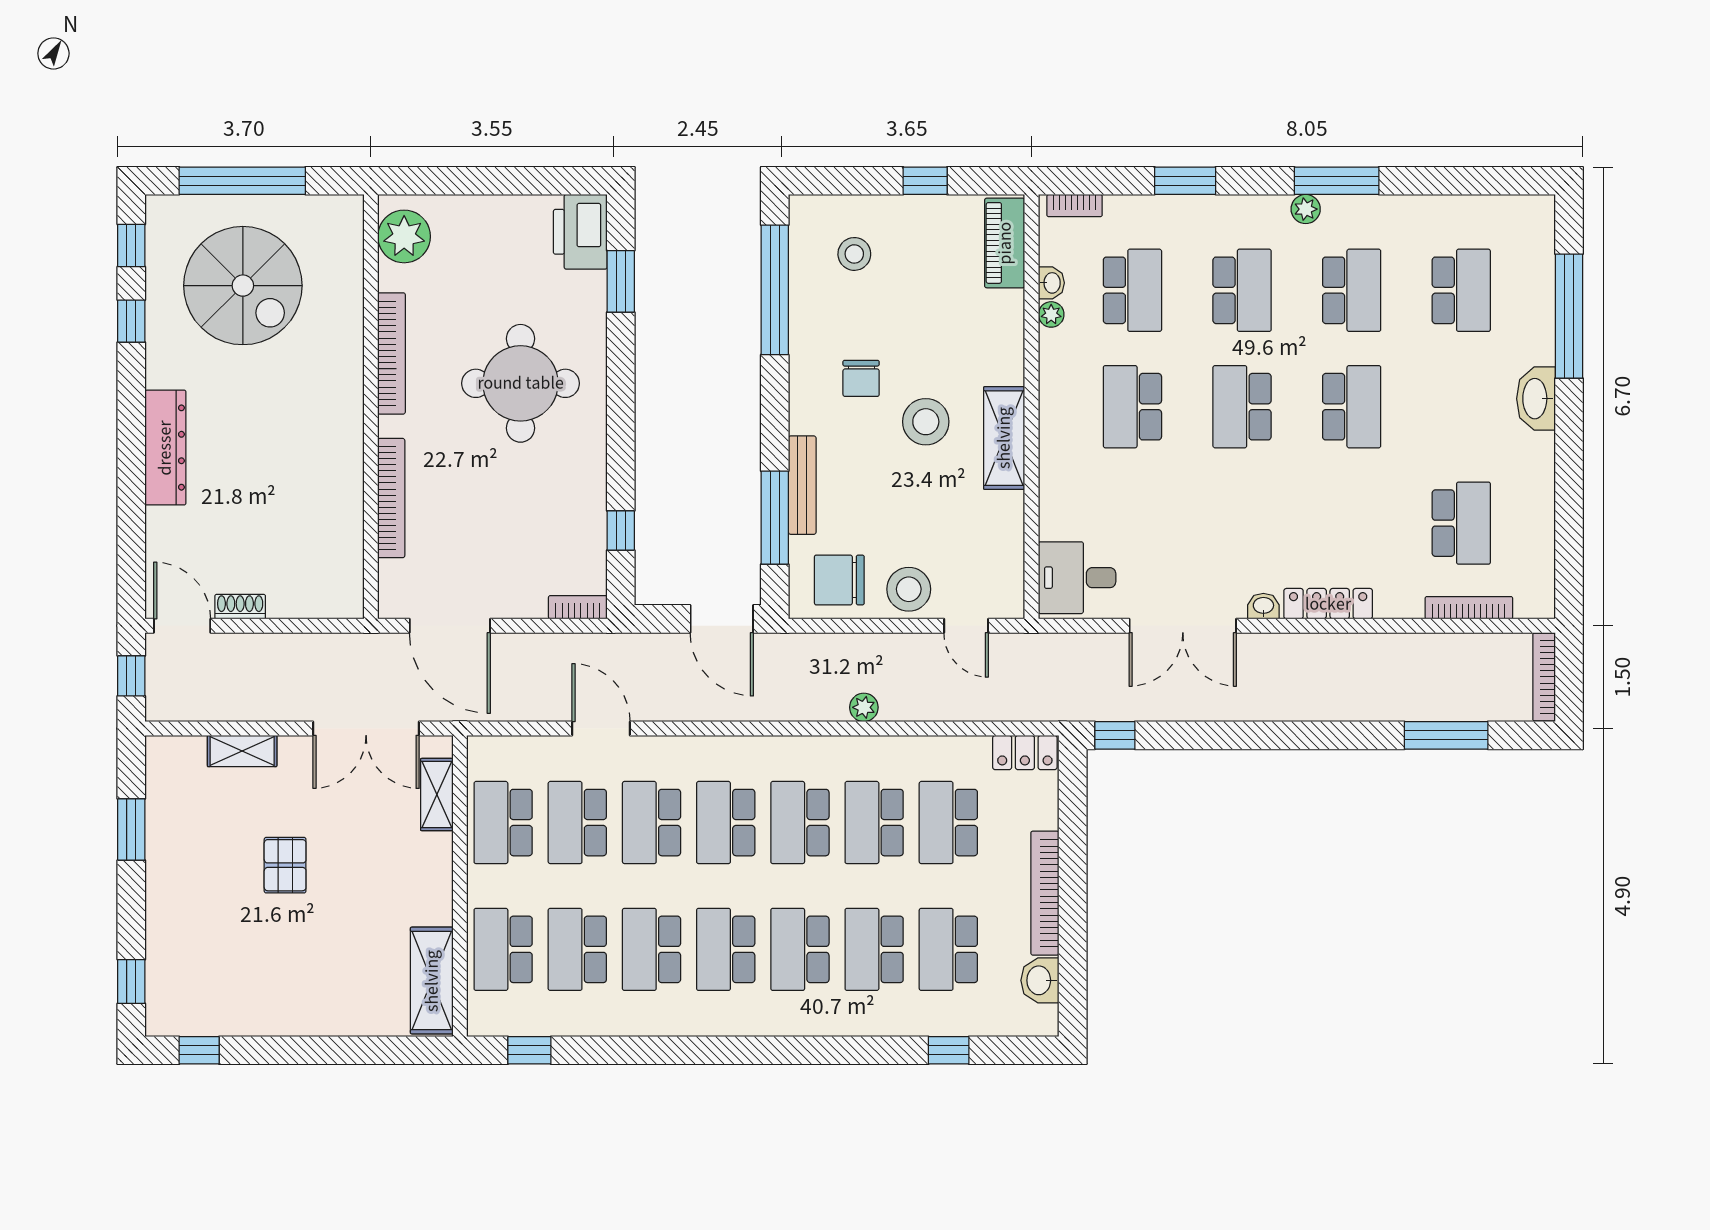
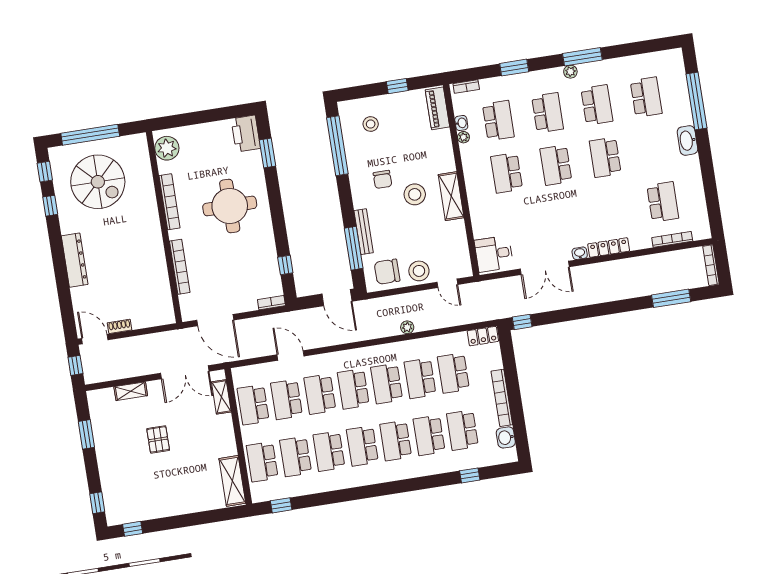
school desk: (1352, 407) -> (605, 157), turned 180

